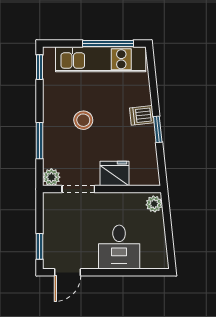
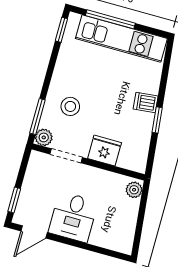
window: (108, 43) -> (110, 19), moved
stool: (83, 120) -> (70, 106), moved
window: (40, 141) -> (37, 116), moved
desk: (119, 247) -> (73, 217), moved

